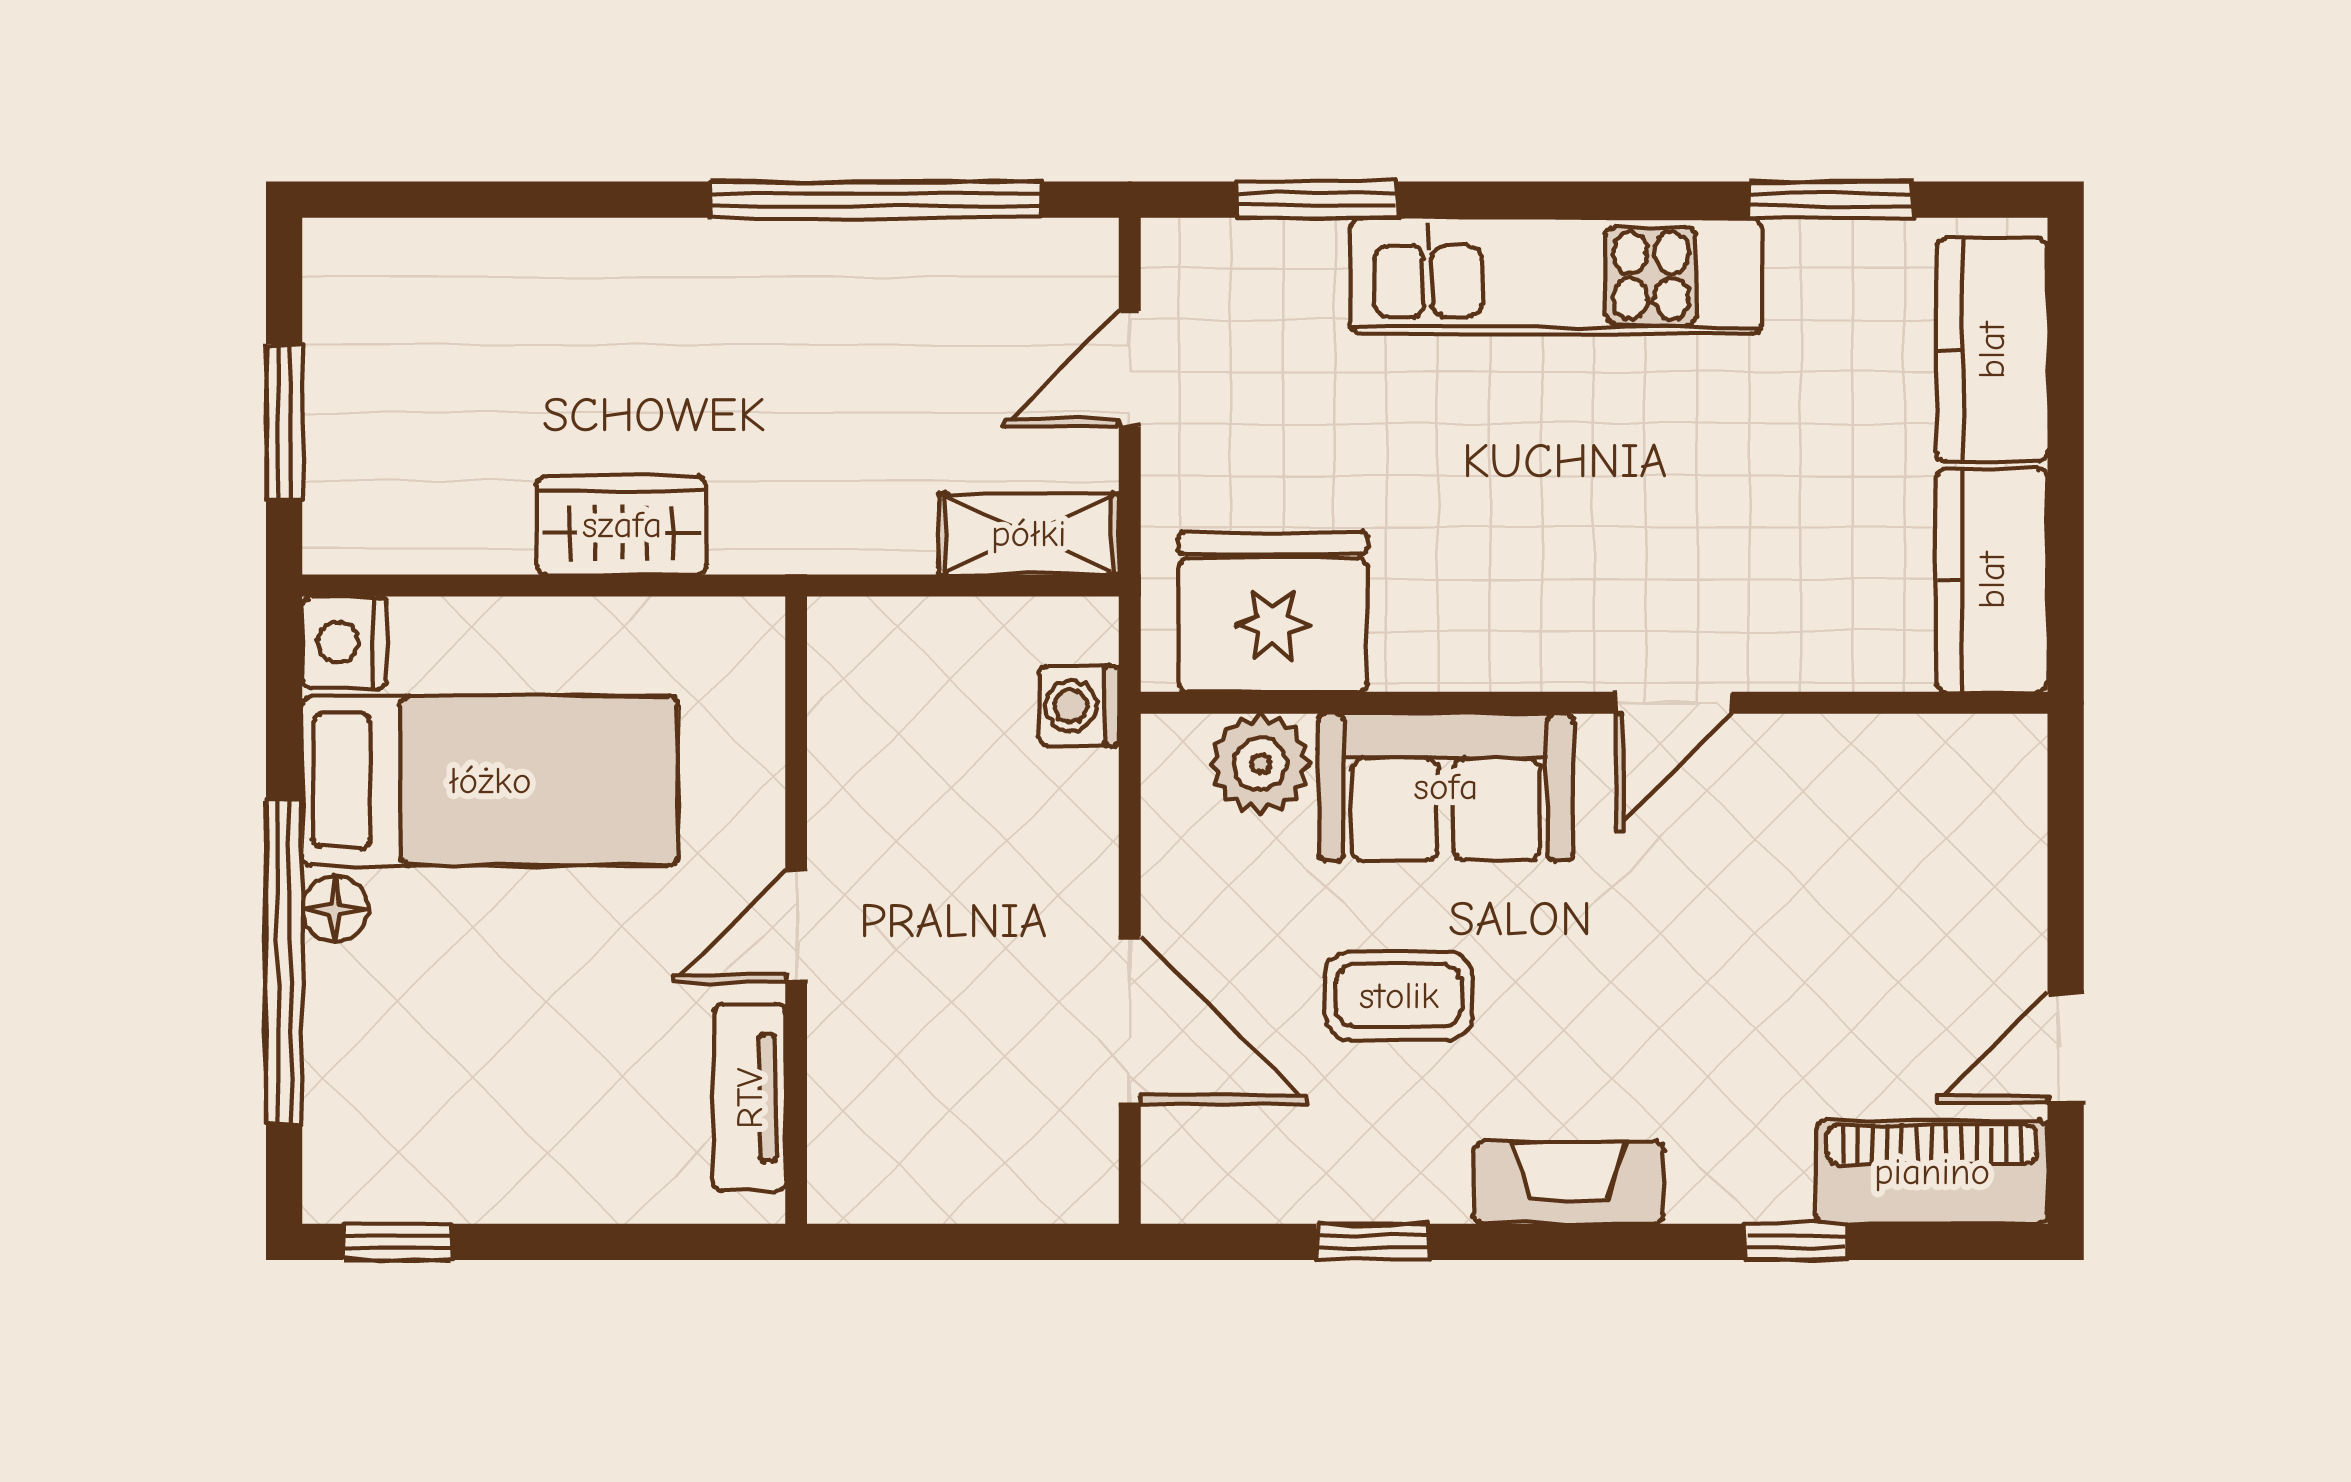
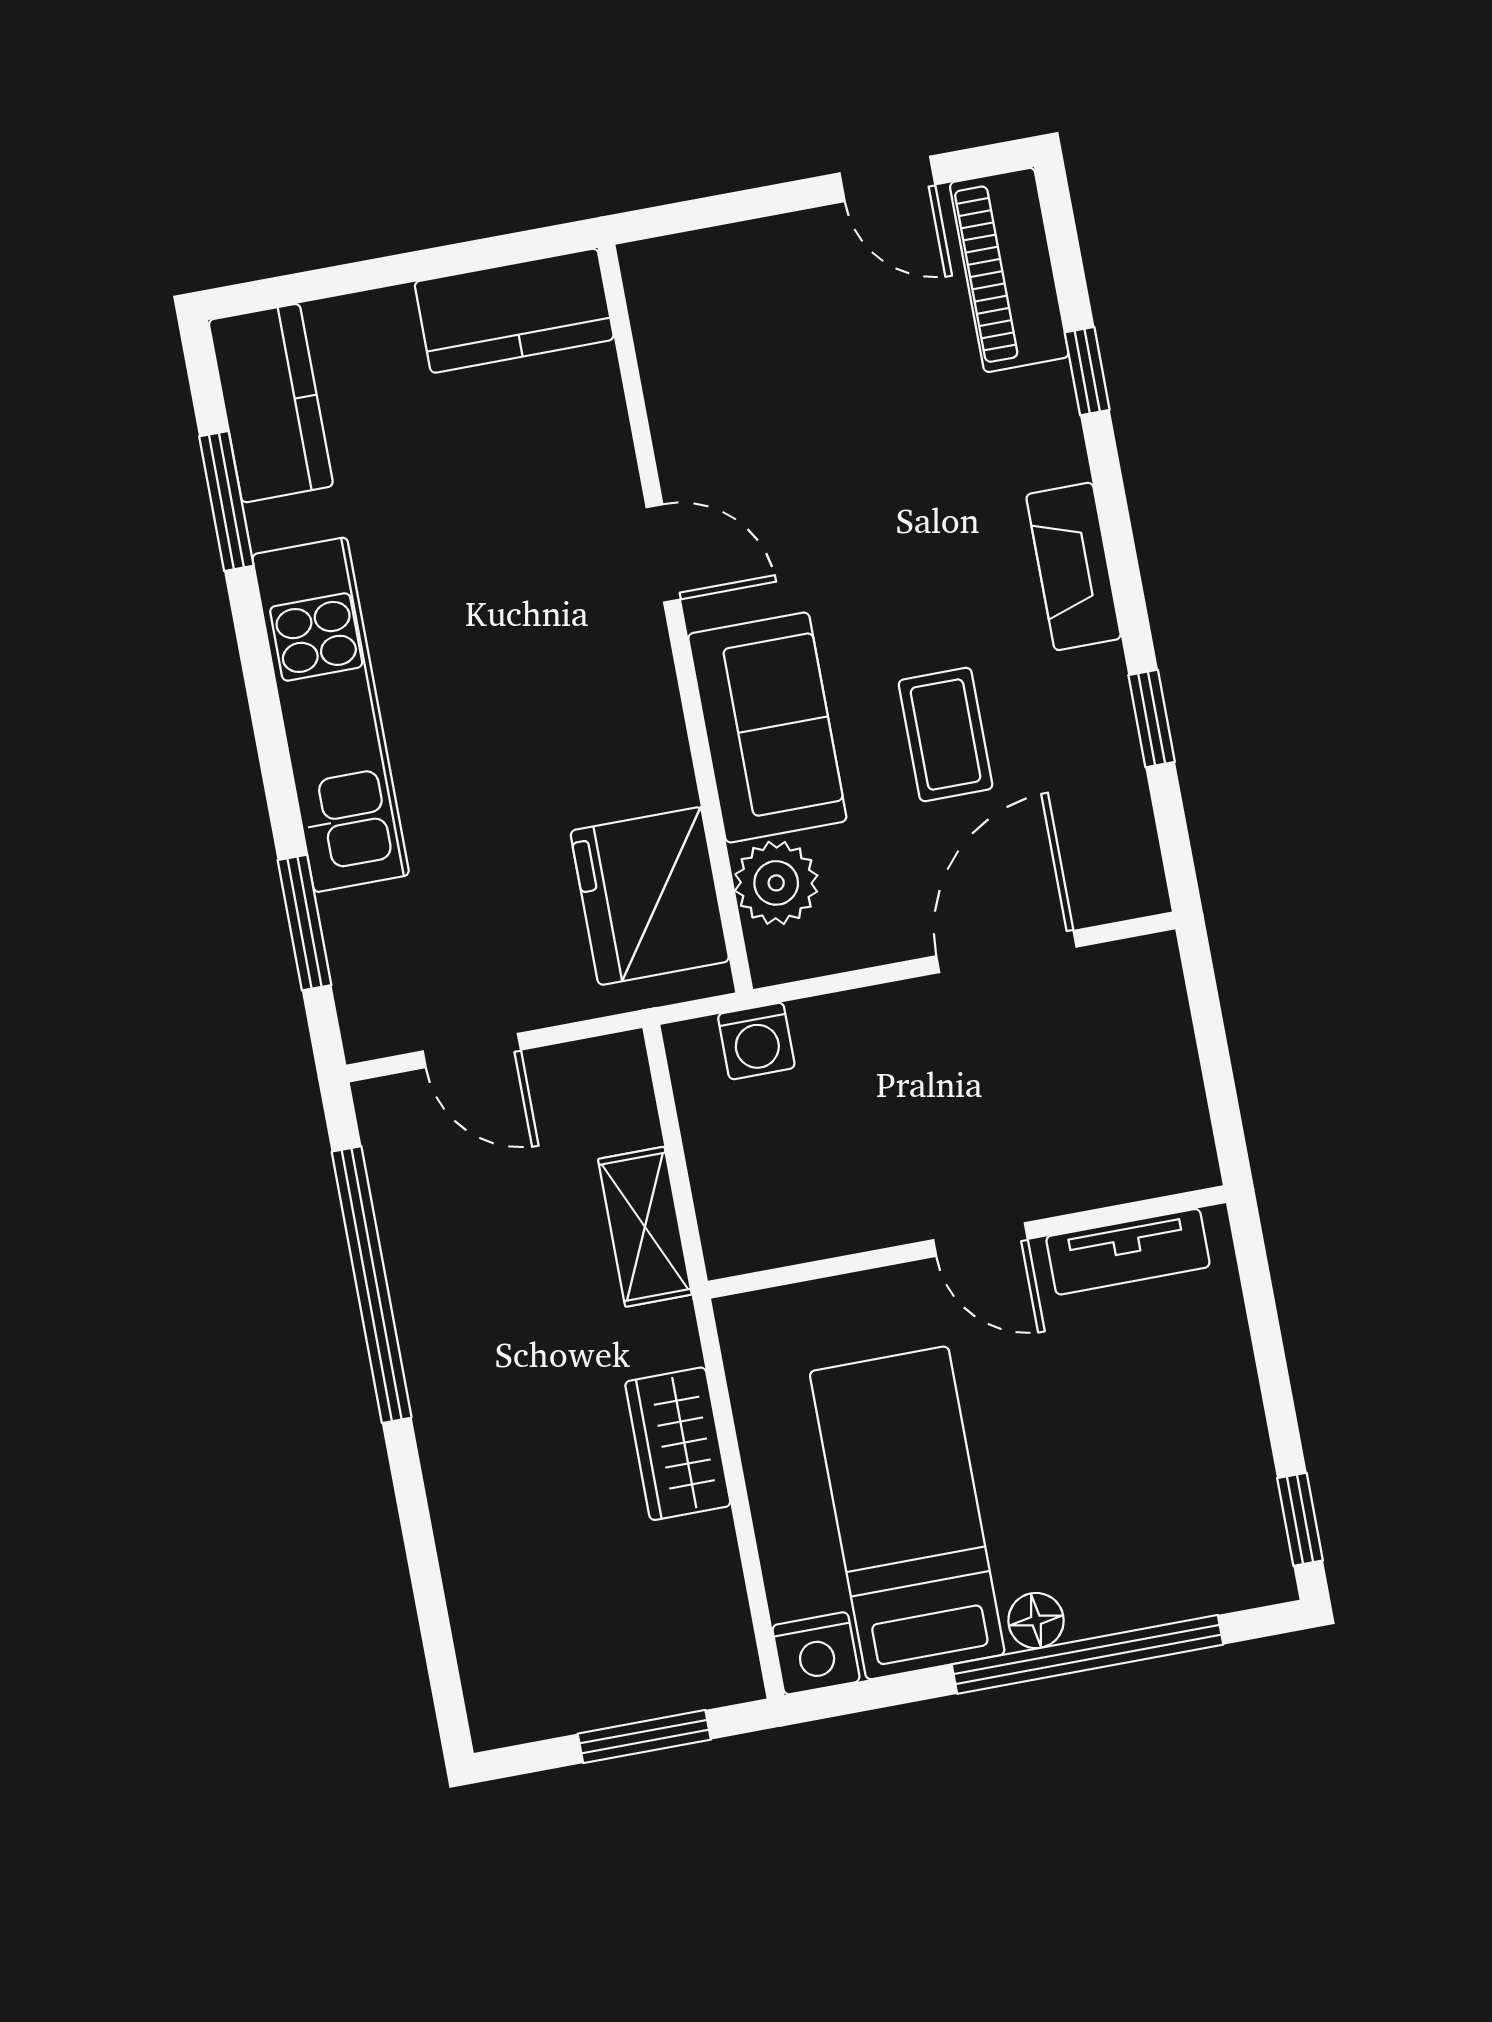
kitchen counter: (1992, 350) -> (271, 403), moved, turned -90
shelving: (1029, 534) -> (645, 1227), moved

